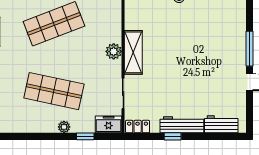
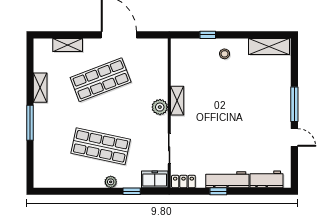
shelving: (133, 52) -> (177, 101), width x0.67, depth x0.75

